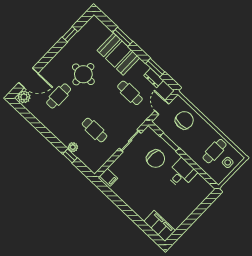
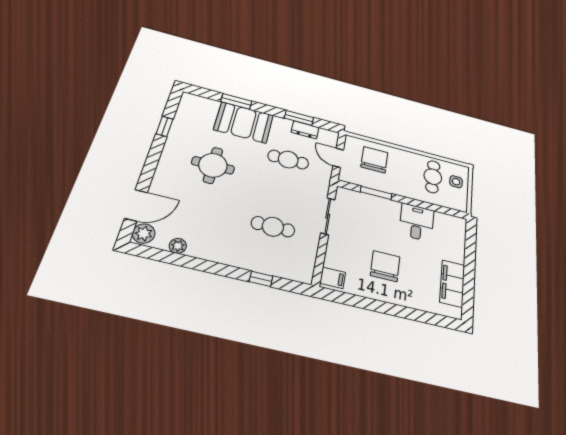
cafe table: (59, 96) -> (195, 208), removed
plant: (73, 147) -> (178, 246), moved
chair: (156, 159) -> (385, 266), moved, turned -96
filing cabinet: (160, 226) -> (452, 284), moved, turned -90

